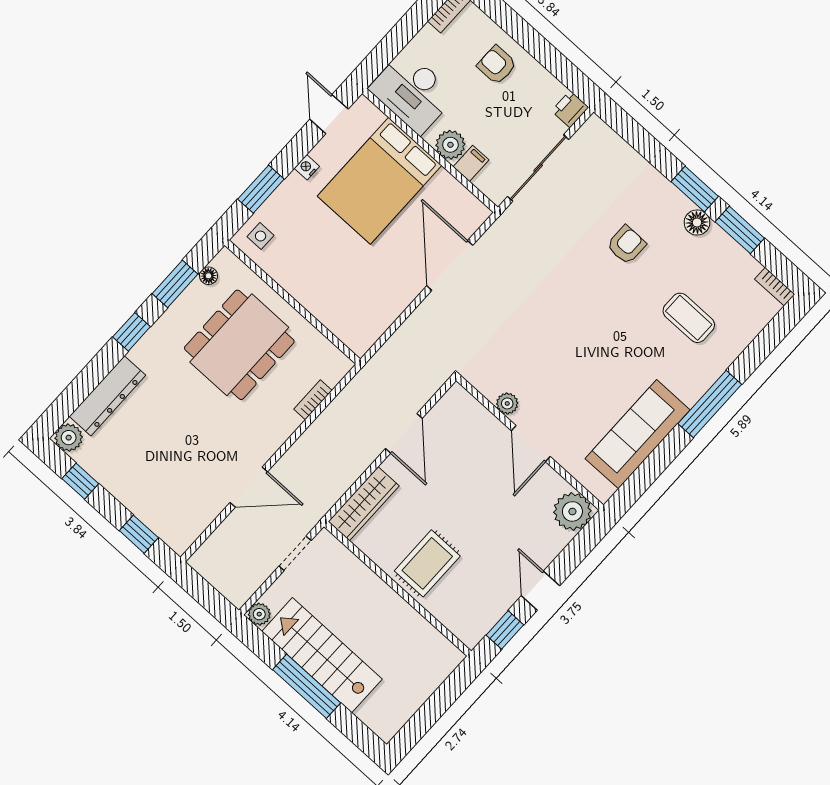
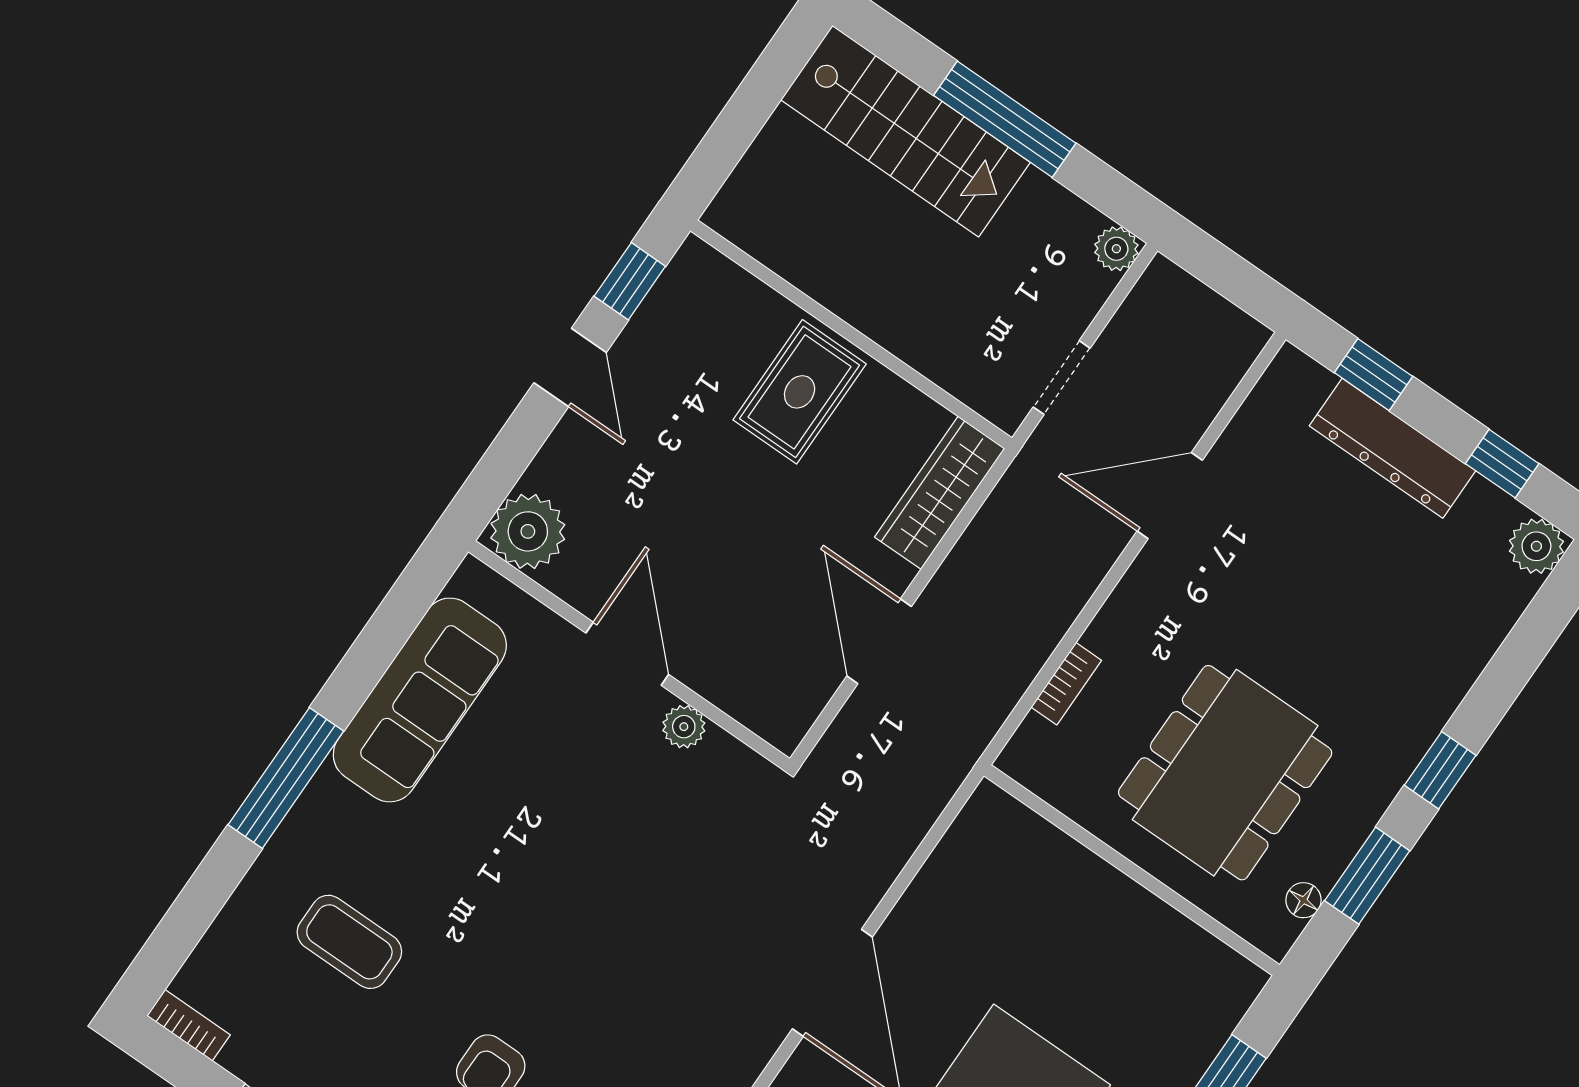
side table: (261, 236) -> (1212, 992), removed
dresser: (107, 396) -> (1392, 448), moved, turned -90
stairs: (322, 655) -> (906, 131), moved

